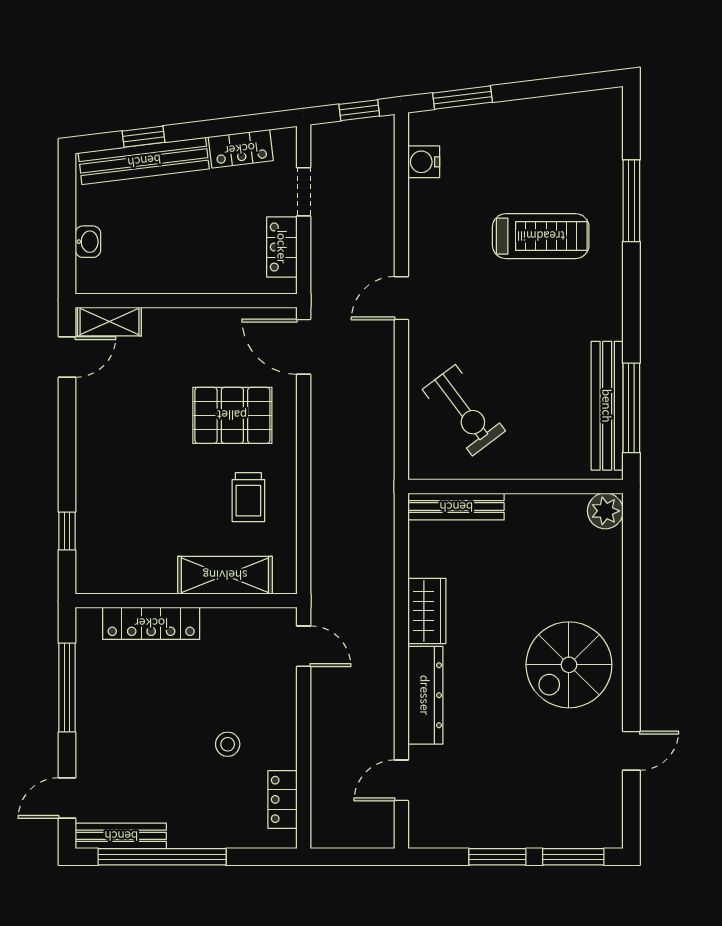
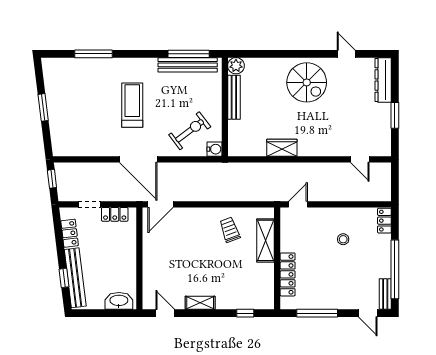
window: (463, 98) -> (43, 107), moved
water cooler: (424, 162) -> (214, 149), moved, turned -90
treadmill: (541, 236) -> (132, 105), moved
washbasin: (88, 242) -> (119, 301), width x1.91, depth x1.45
door: (401, 298) -> (138, 159), width x1.88
shelving: (109, 321) -> (200, 303), moved, turned 90
pallet: (232, 415) -> (192, 237), removed
trolley: (248, 497) -> (230, 230), turned -110
bench: (456, 507) -> (234, 97), moved
dresser: (425, 695) -> (383, 80), moved, turned -90
locker: (282, 799) -> (384, 221), moved, turned 90
bench: (121, 836) -> (385, 294), width x0.73
window: (573, 857) -> (395, 80), removed

